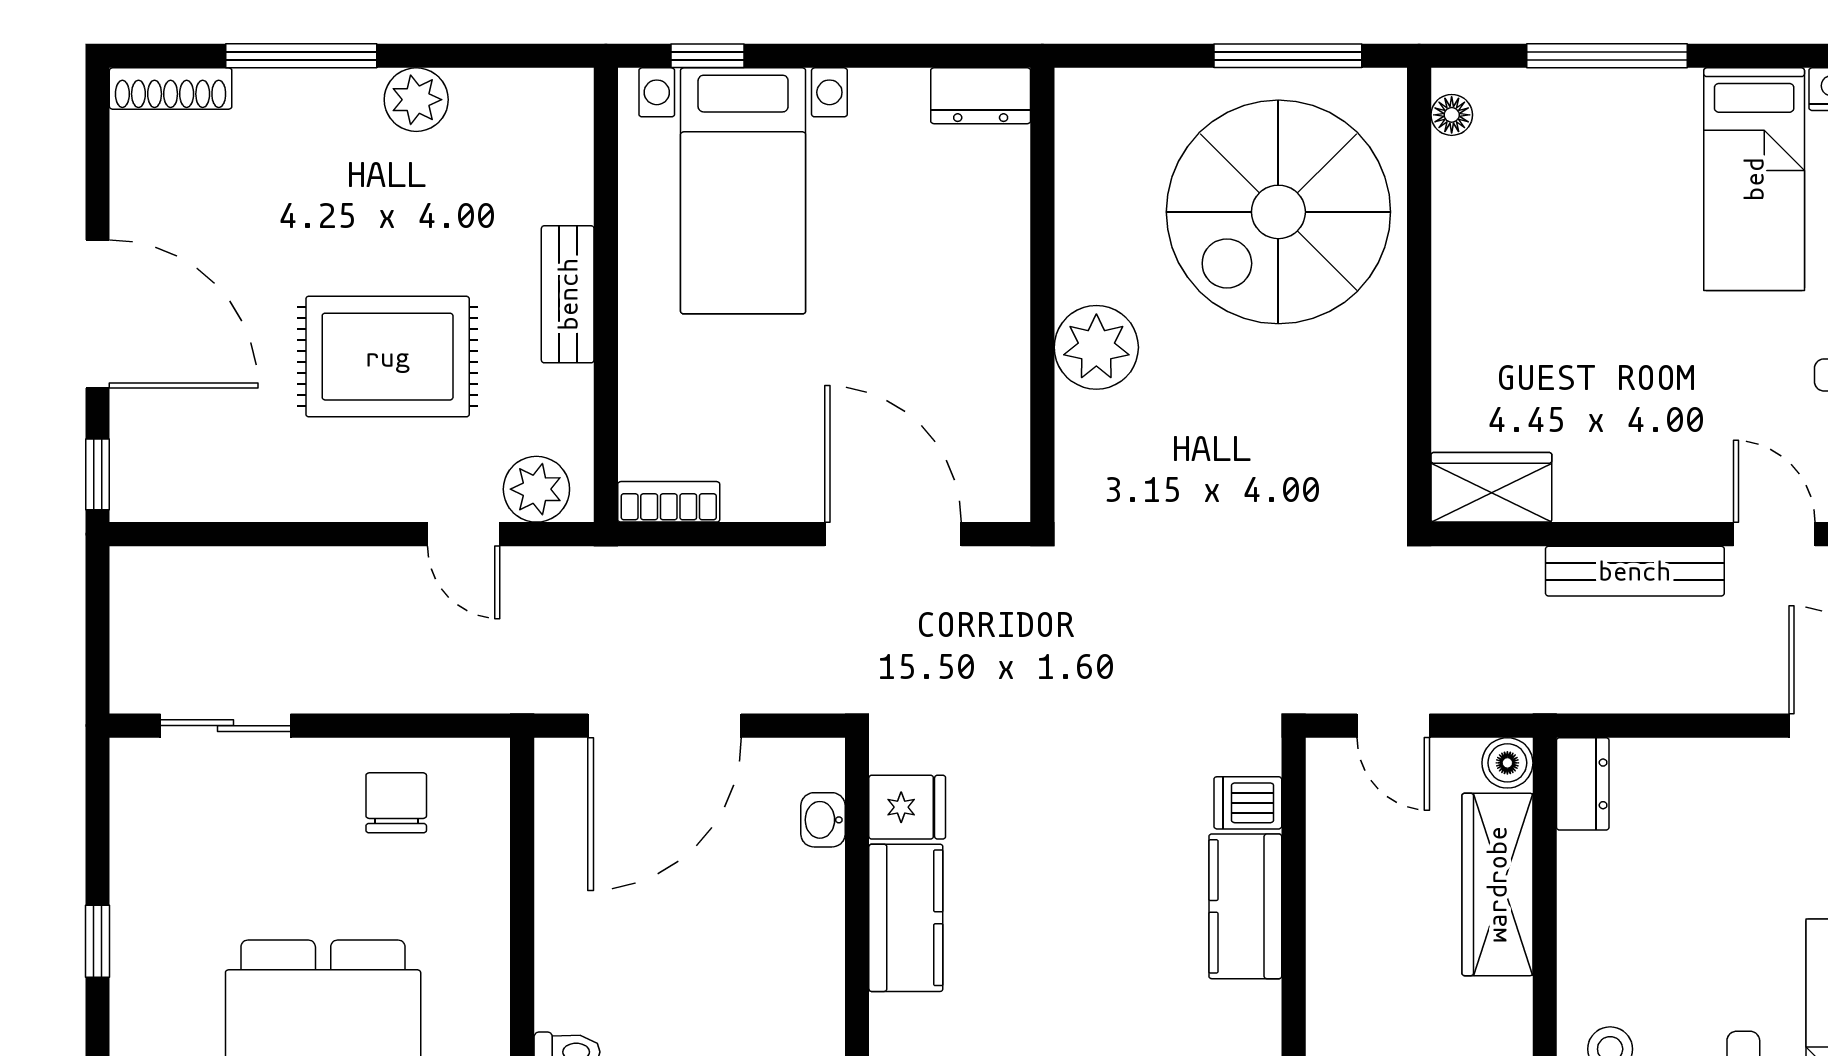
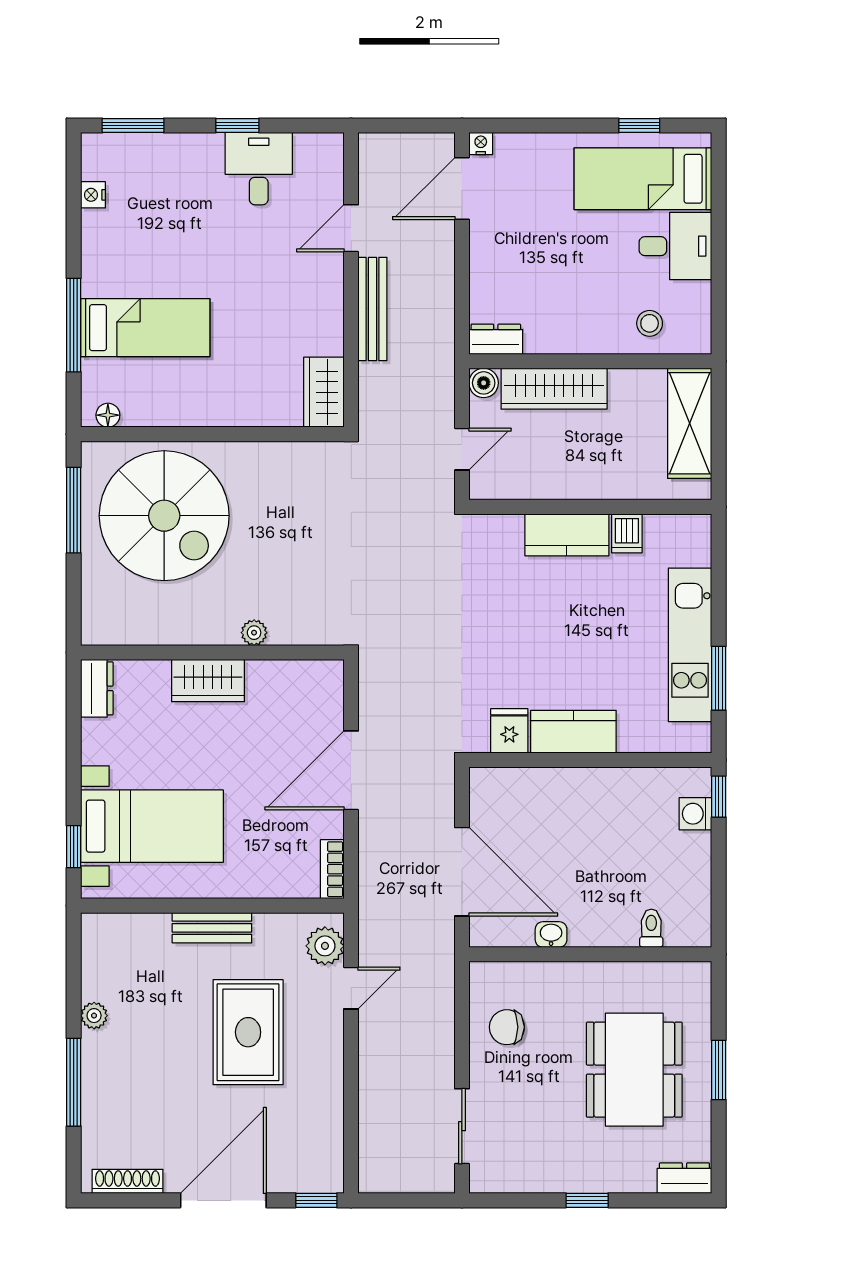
shoe rack: (171, 89) -> (128, 1181), moved, turned -90
plant: (416, 100) -> (94, 1016), width x0.73, depth x0.73
bed: (1754, 179) -> (145, 328), moved
wardrobe: (994, 287) -> (208, 681), added
plant: (1096, 347) -> (254, 633), width x0.53, depth x0.53
door: (893, 534) -> (351, 770), moved
dishwasher: (1248, 803) -> (627, 533), moved
washbasin: (823, 820) -> (551, 934), moved, turned 180

